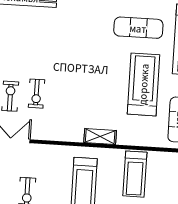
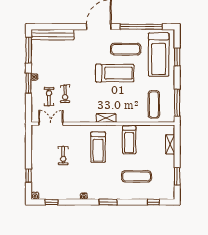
treadmill: (143, 84) -> (115, 73), moved, turned 90

